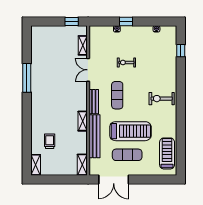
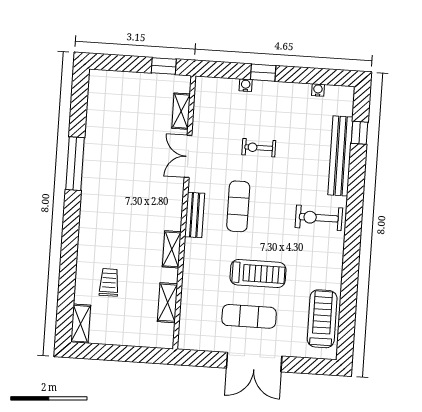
treadmill: (130, 131) -> (258, 274), width x0.73, depth x0.73
bench: (95, 136) -> (340, 156), moved
shelving: (82, 165) -> (168, 303), moved
double door: (114, 180) -> (254, 362), moved

